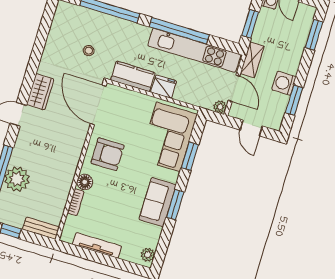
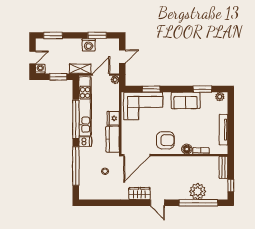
dishwasher: (142, 35) -> (85, 142), added
armchair: (108, 154) -> (165, 140), turned 90
window: (175, 205) -> (202, 89), moved

